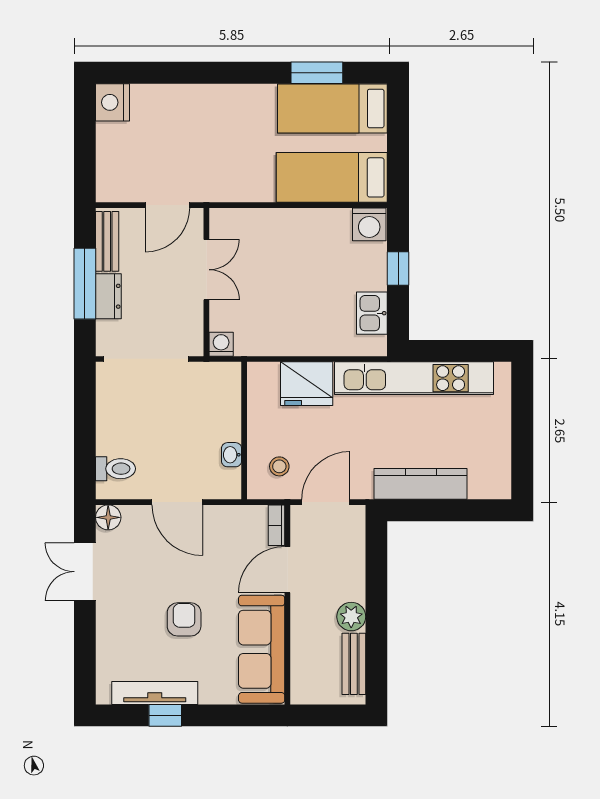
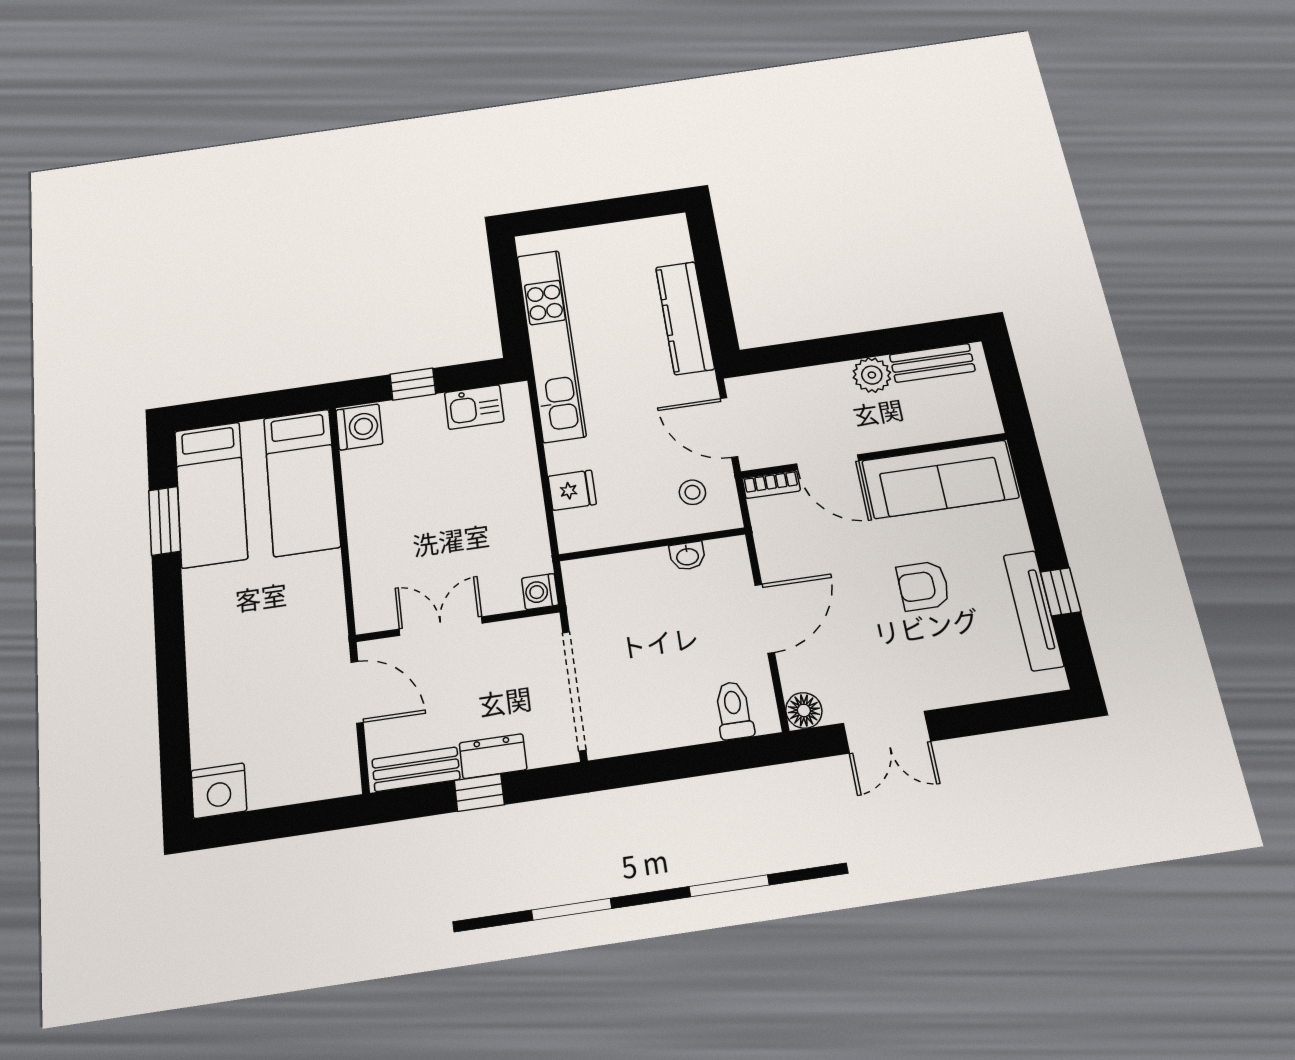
window: (85, 284) -> (479, 793), width x0.46
fridge: (307, 384) -> (572, 490), width x0.53, depth x0.75

